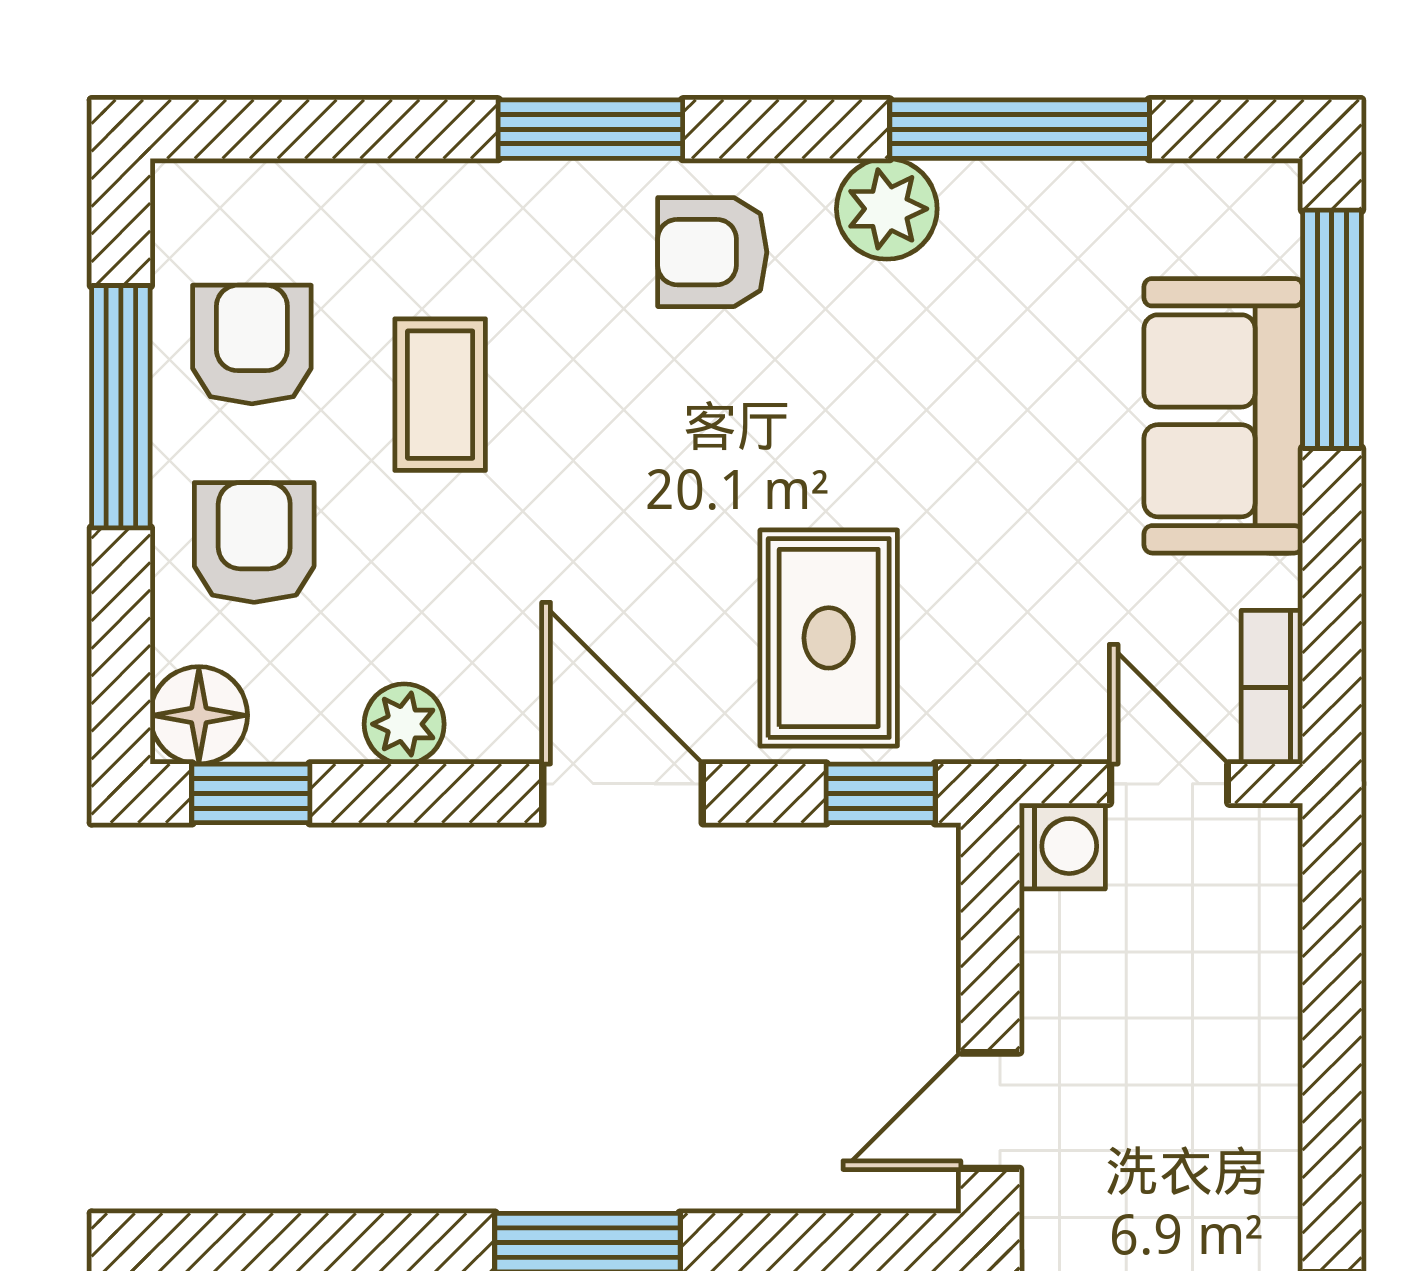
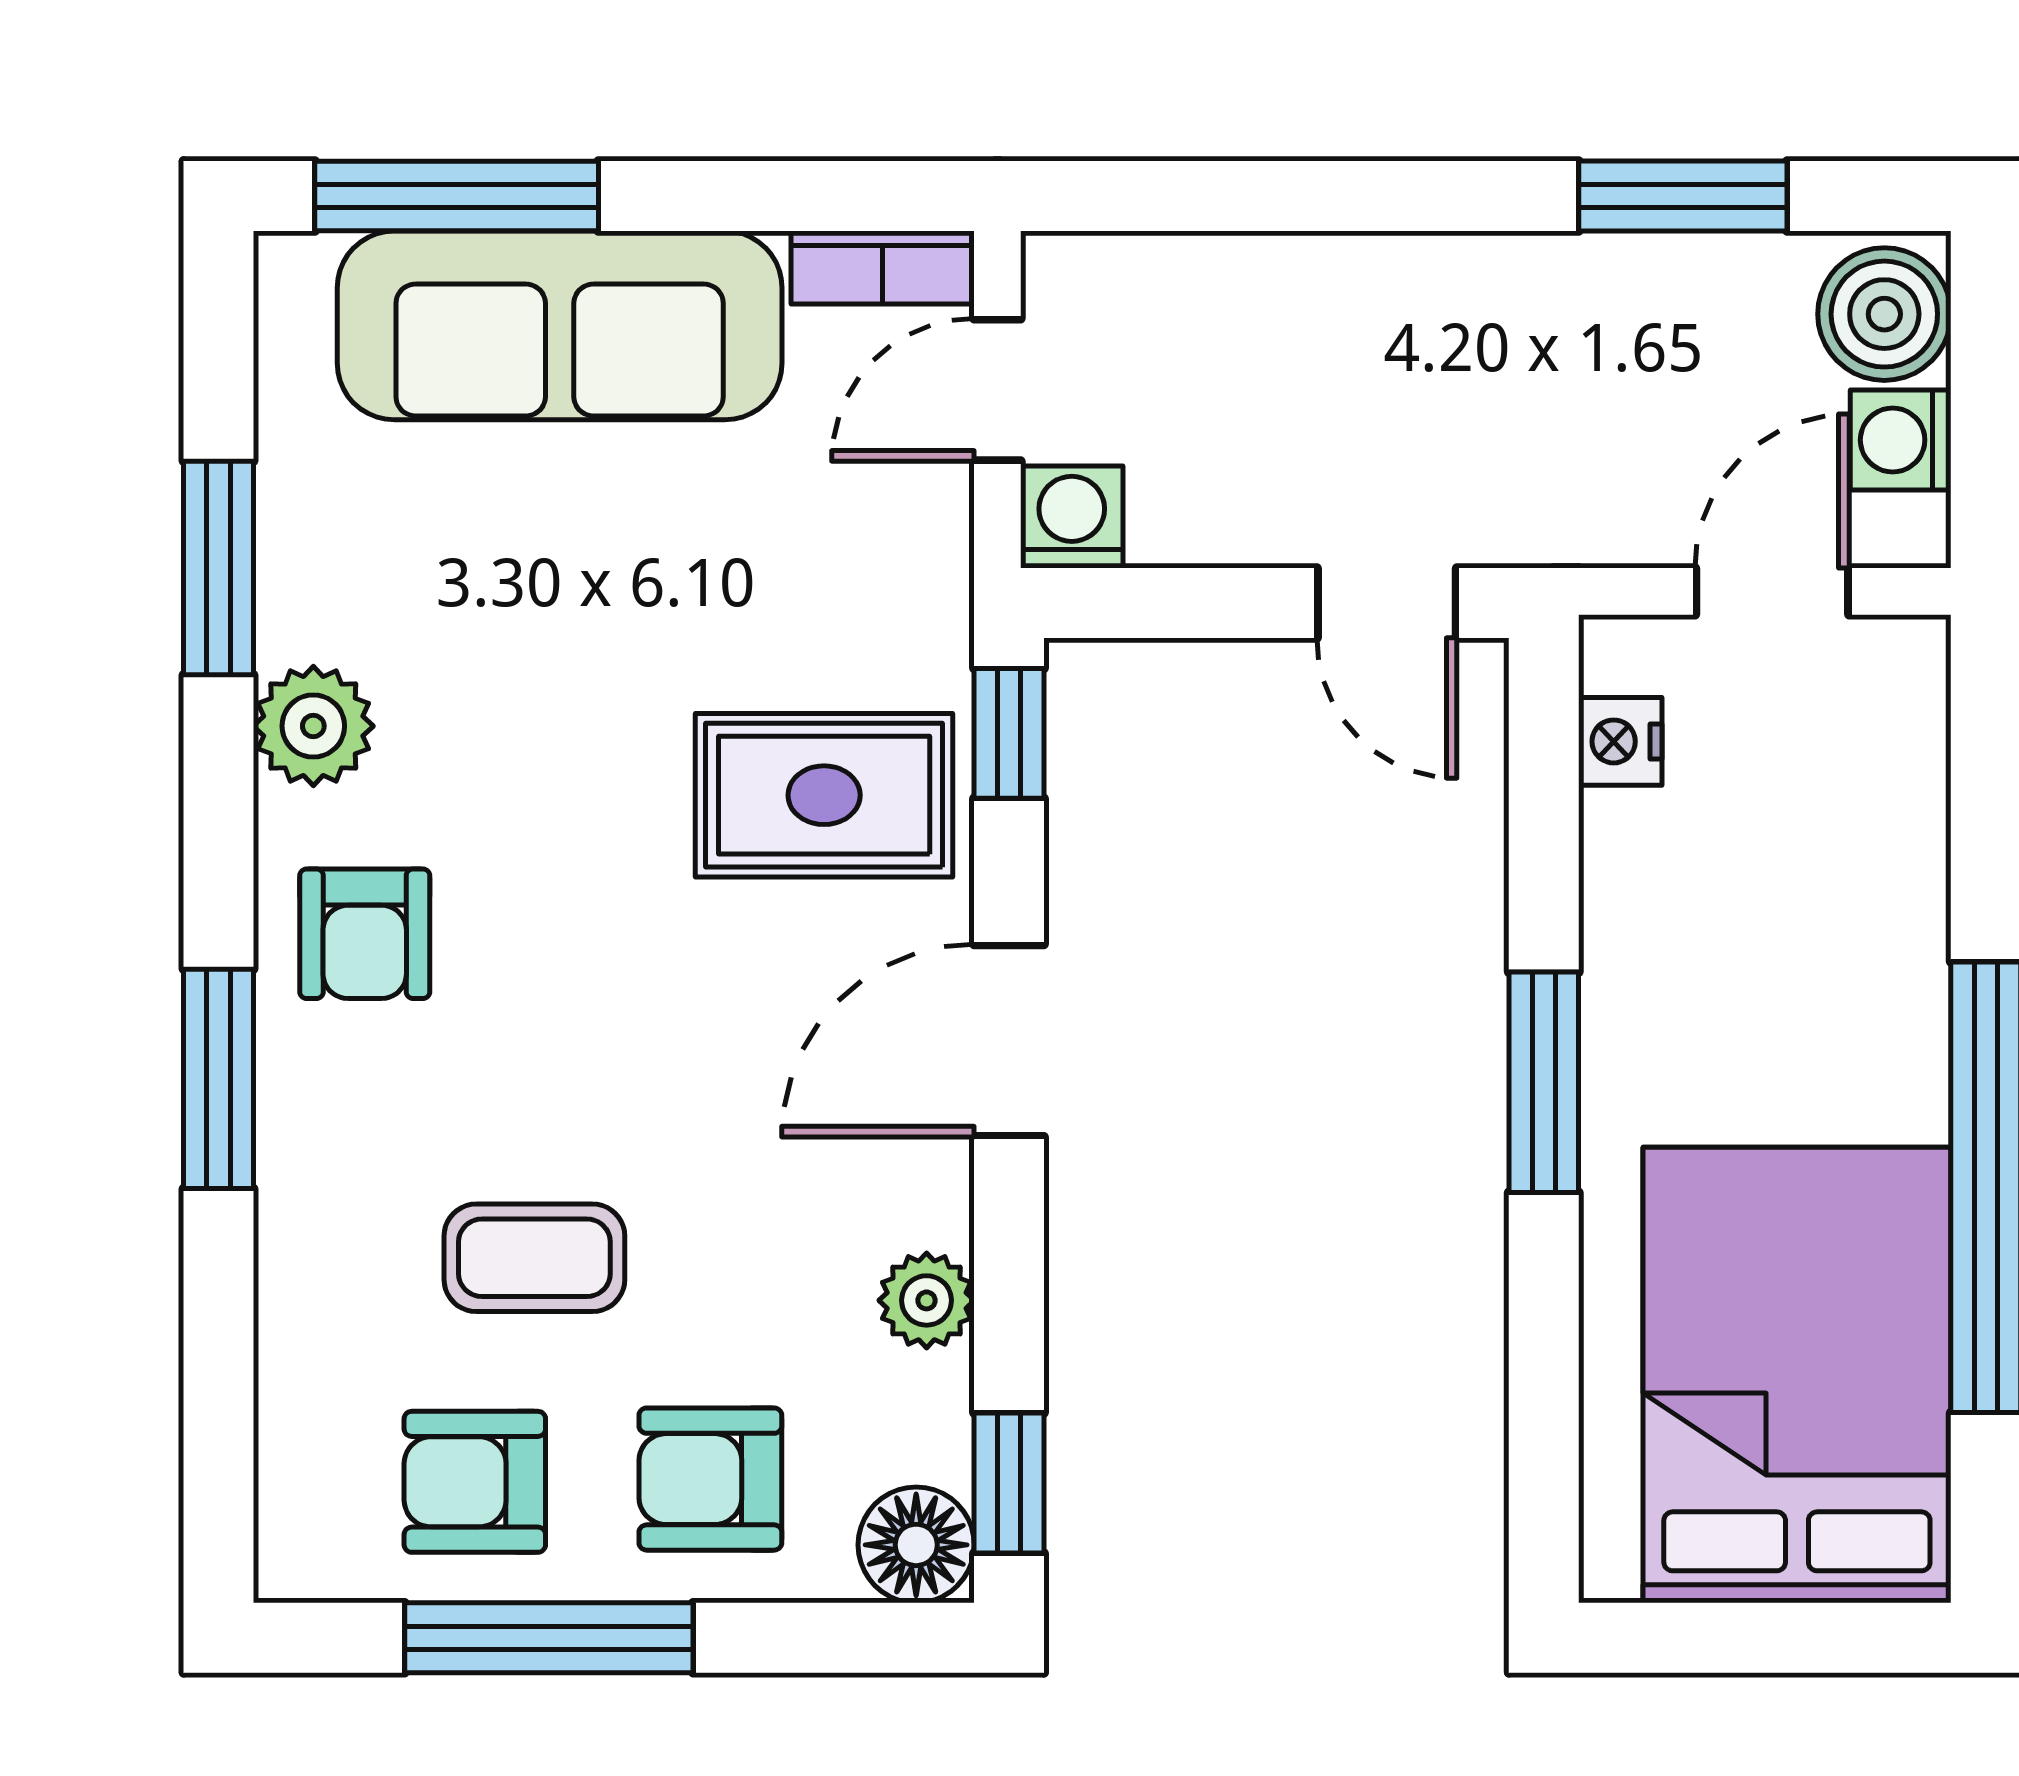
window: (1020, 129) -> (218, 568), width x0.69
sofa: (1223, 416) -> (560, 325), width x1.36

